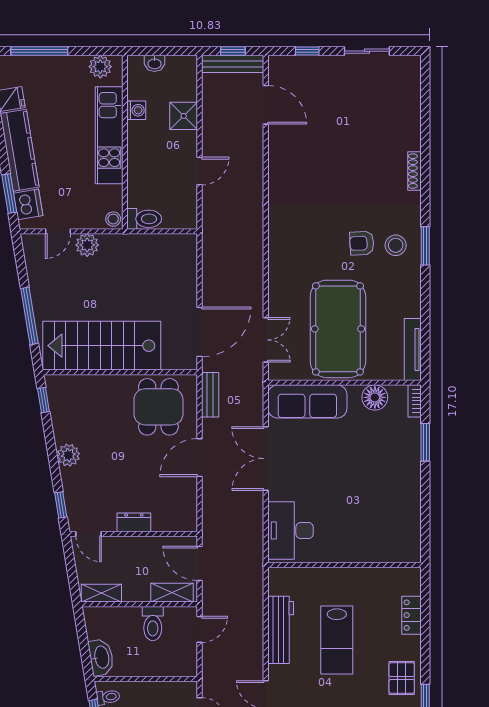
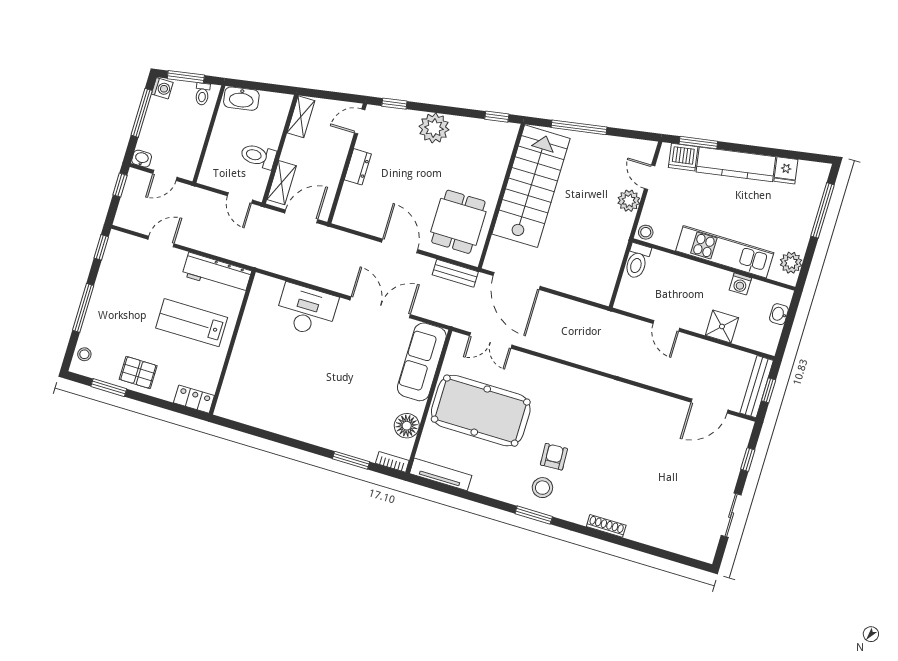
dining table: (158, 407) -> (458, 222), turned 90
plant: (68, 455) -> (434, 128), width x1.36, depth x1.36
wall: (345, 565) -> (232, 343), moved

